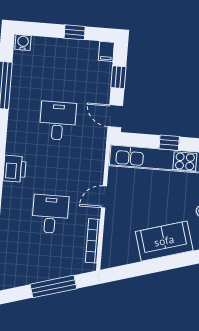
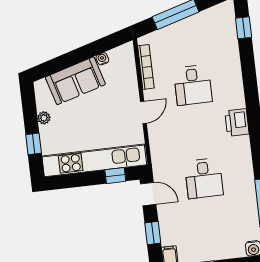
window: (169, 143) -> (115, 176), moved
water cooler: (134, 257) -> (102, 59), added

